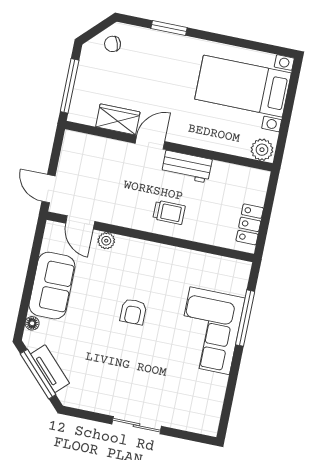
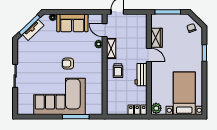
shelving: (121, 217) -> (111, 48), added
door: (80, 222) -> (105, 30), hinge flipped
locker: (250, 224) -> (137, 110), moved
corner sofa: (210, 331) -> (60, 96), width x1.36, depth x1.36

